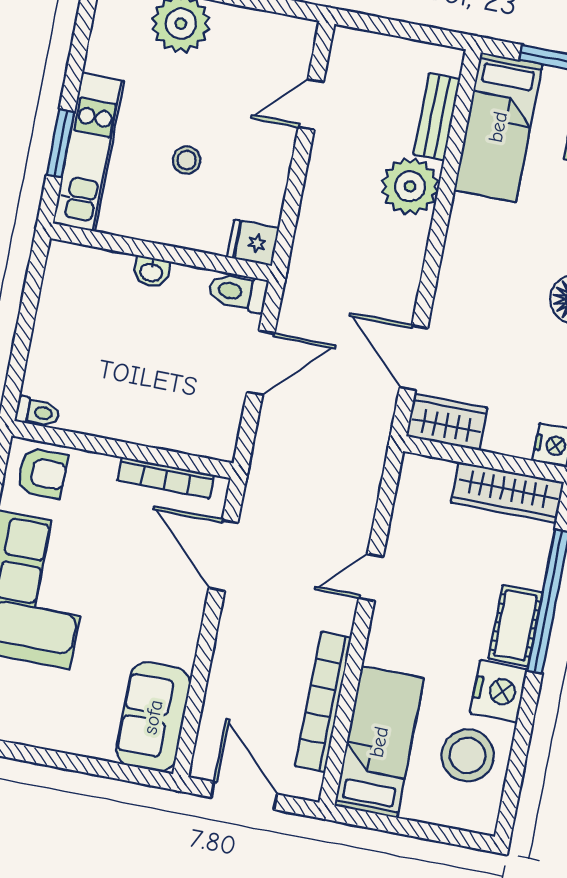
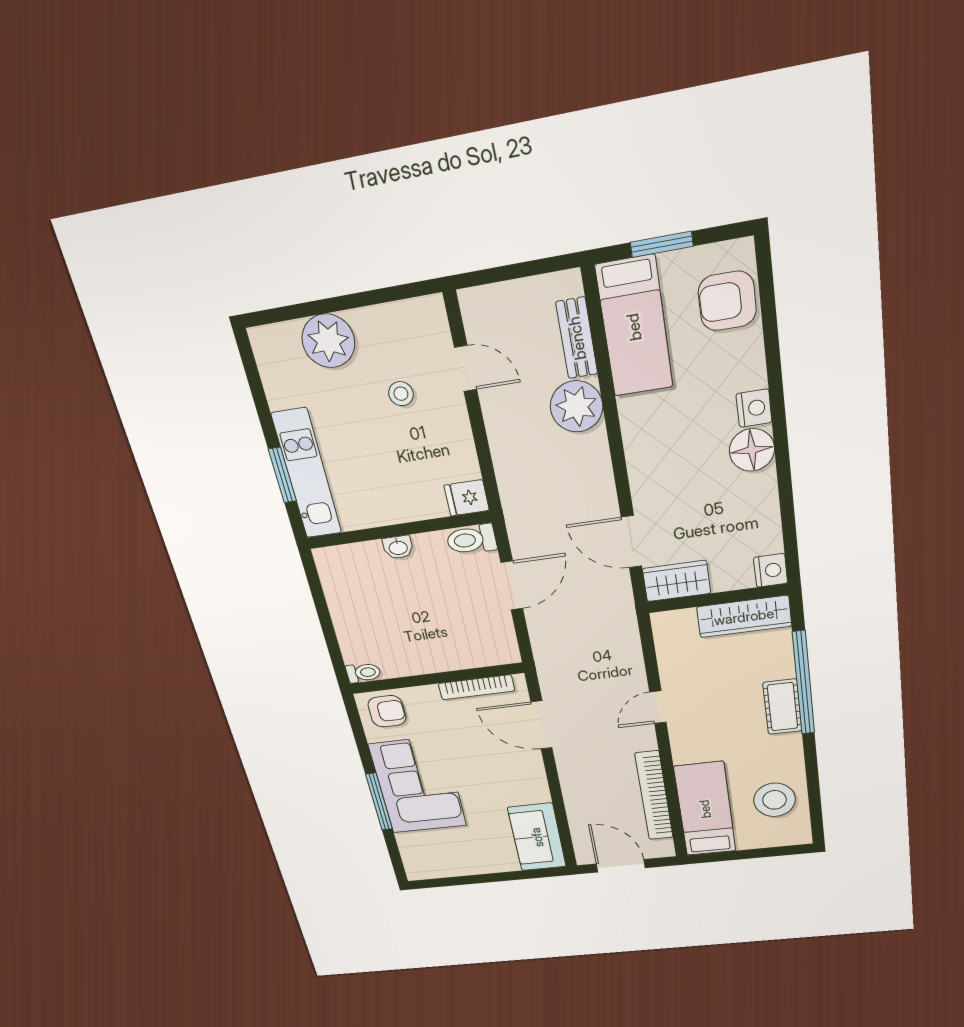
door: (311, 105) -> (466, 368), swing flipped
stool: (187, 160) -> (401, 394), moved
nightstand: (499, 691) -> (784, 753), removed

